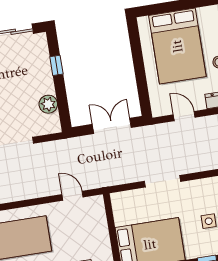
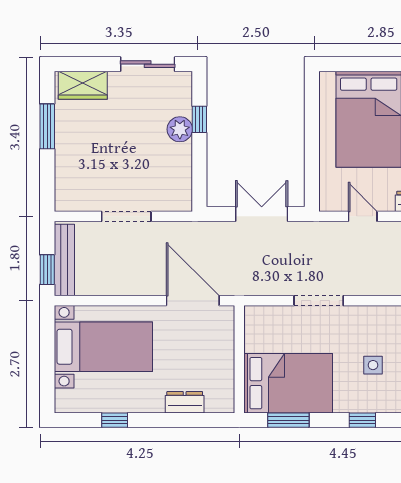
plant: (48, 104) -> (180, 129), moved
door: (72, 196) -> (193, 301), width x1.88

